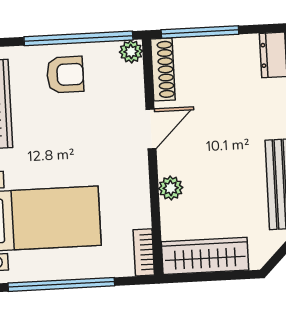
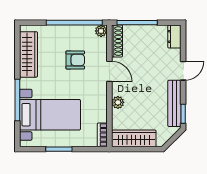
armchair: (65, 75) -> (75, 60), moved
door: (151, 129) -> (109, 71), hinge flipped
window: (61, 284) -> (59, 149), width x0.47

